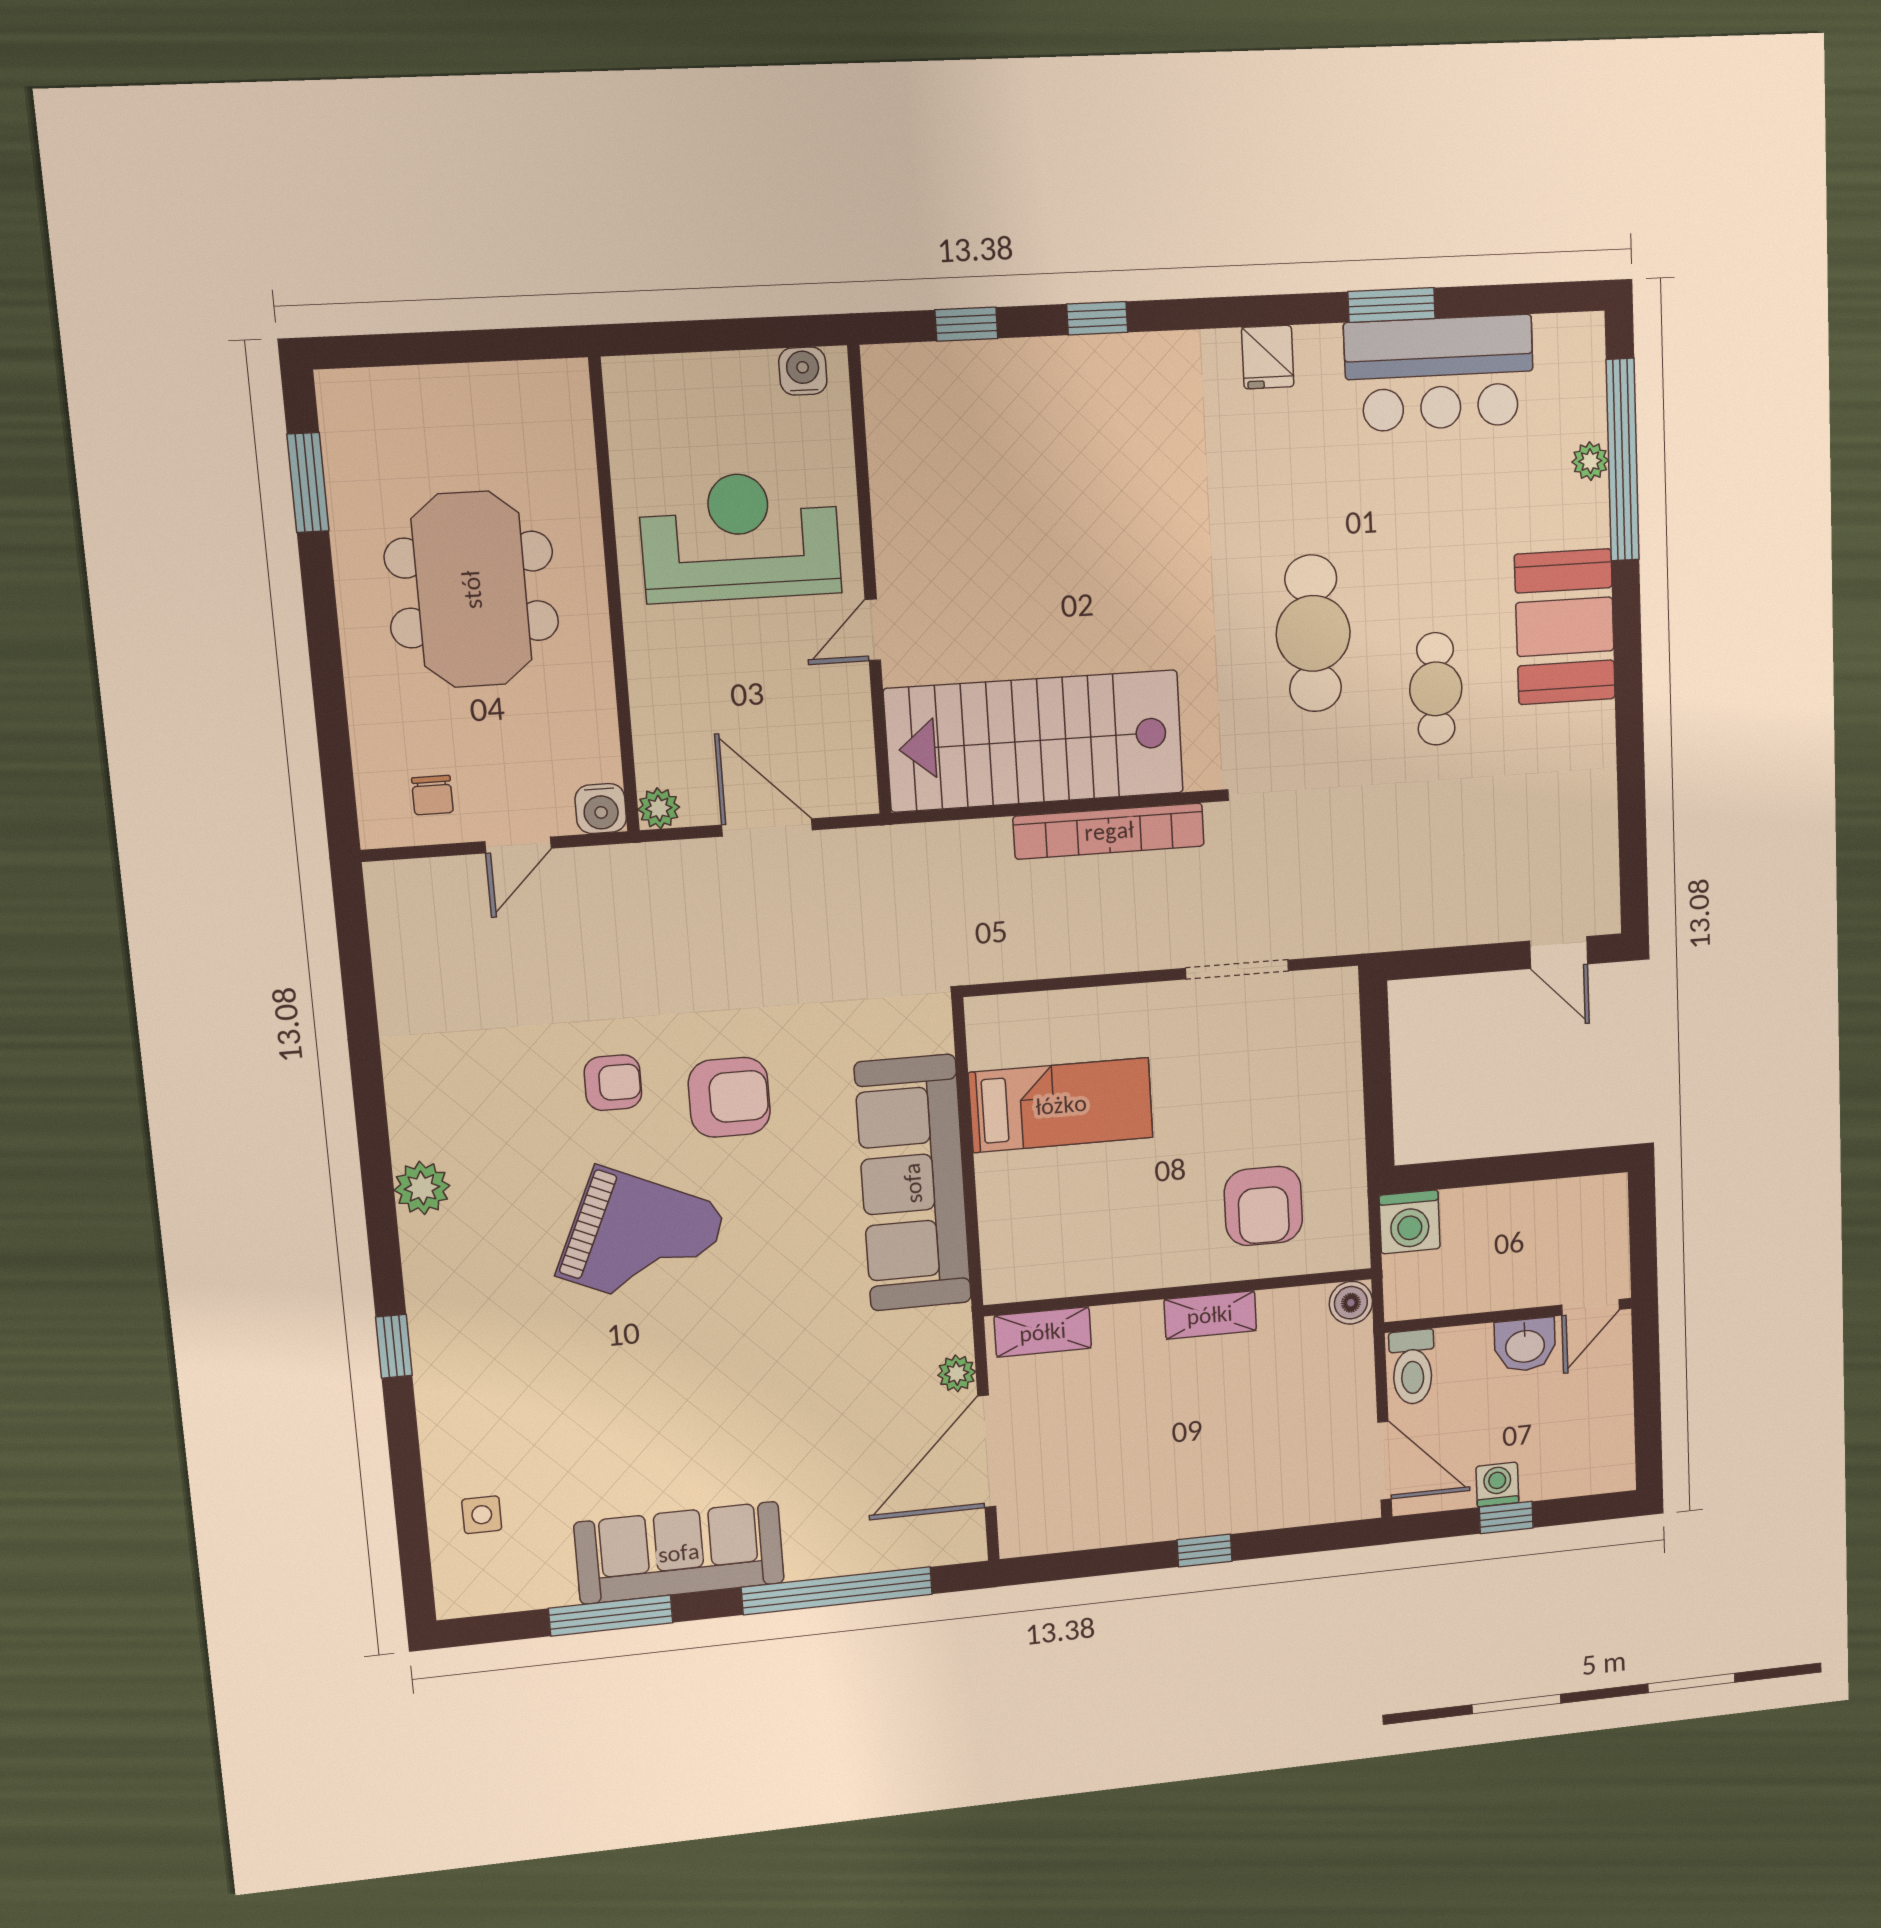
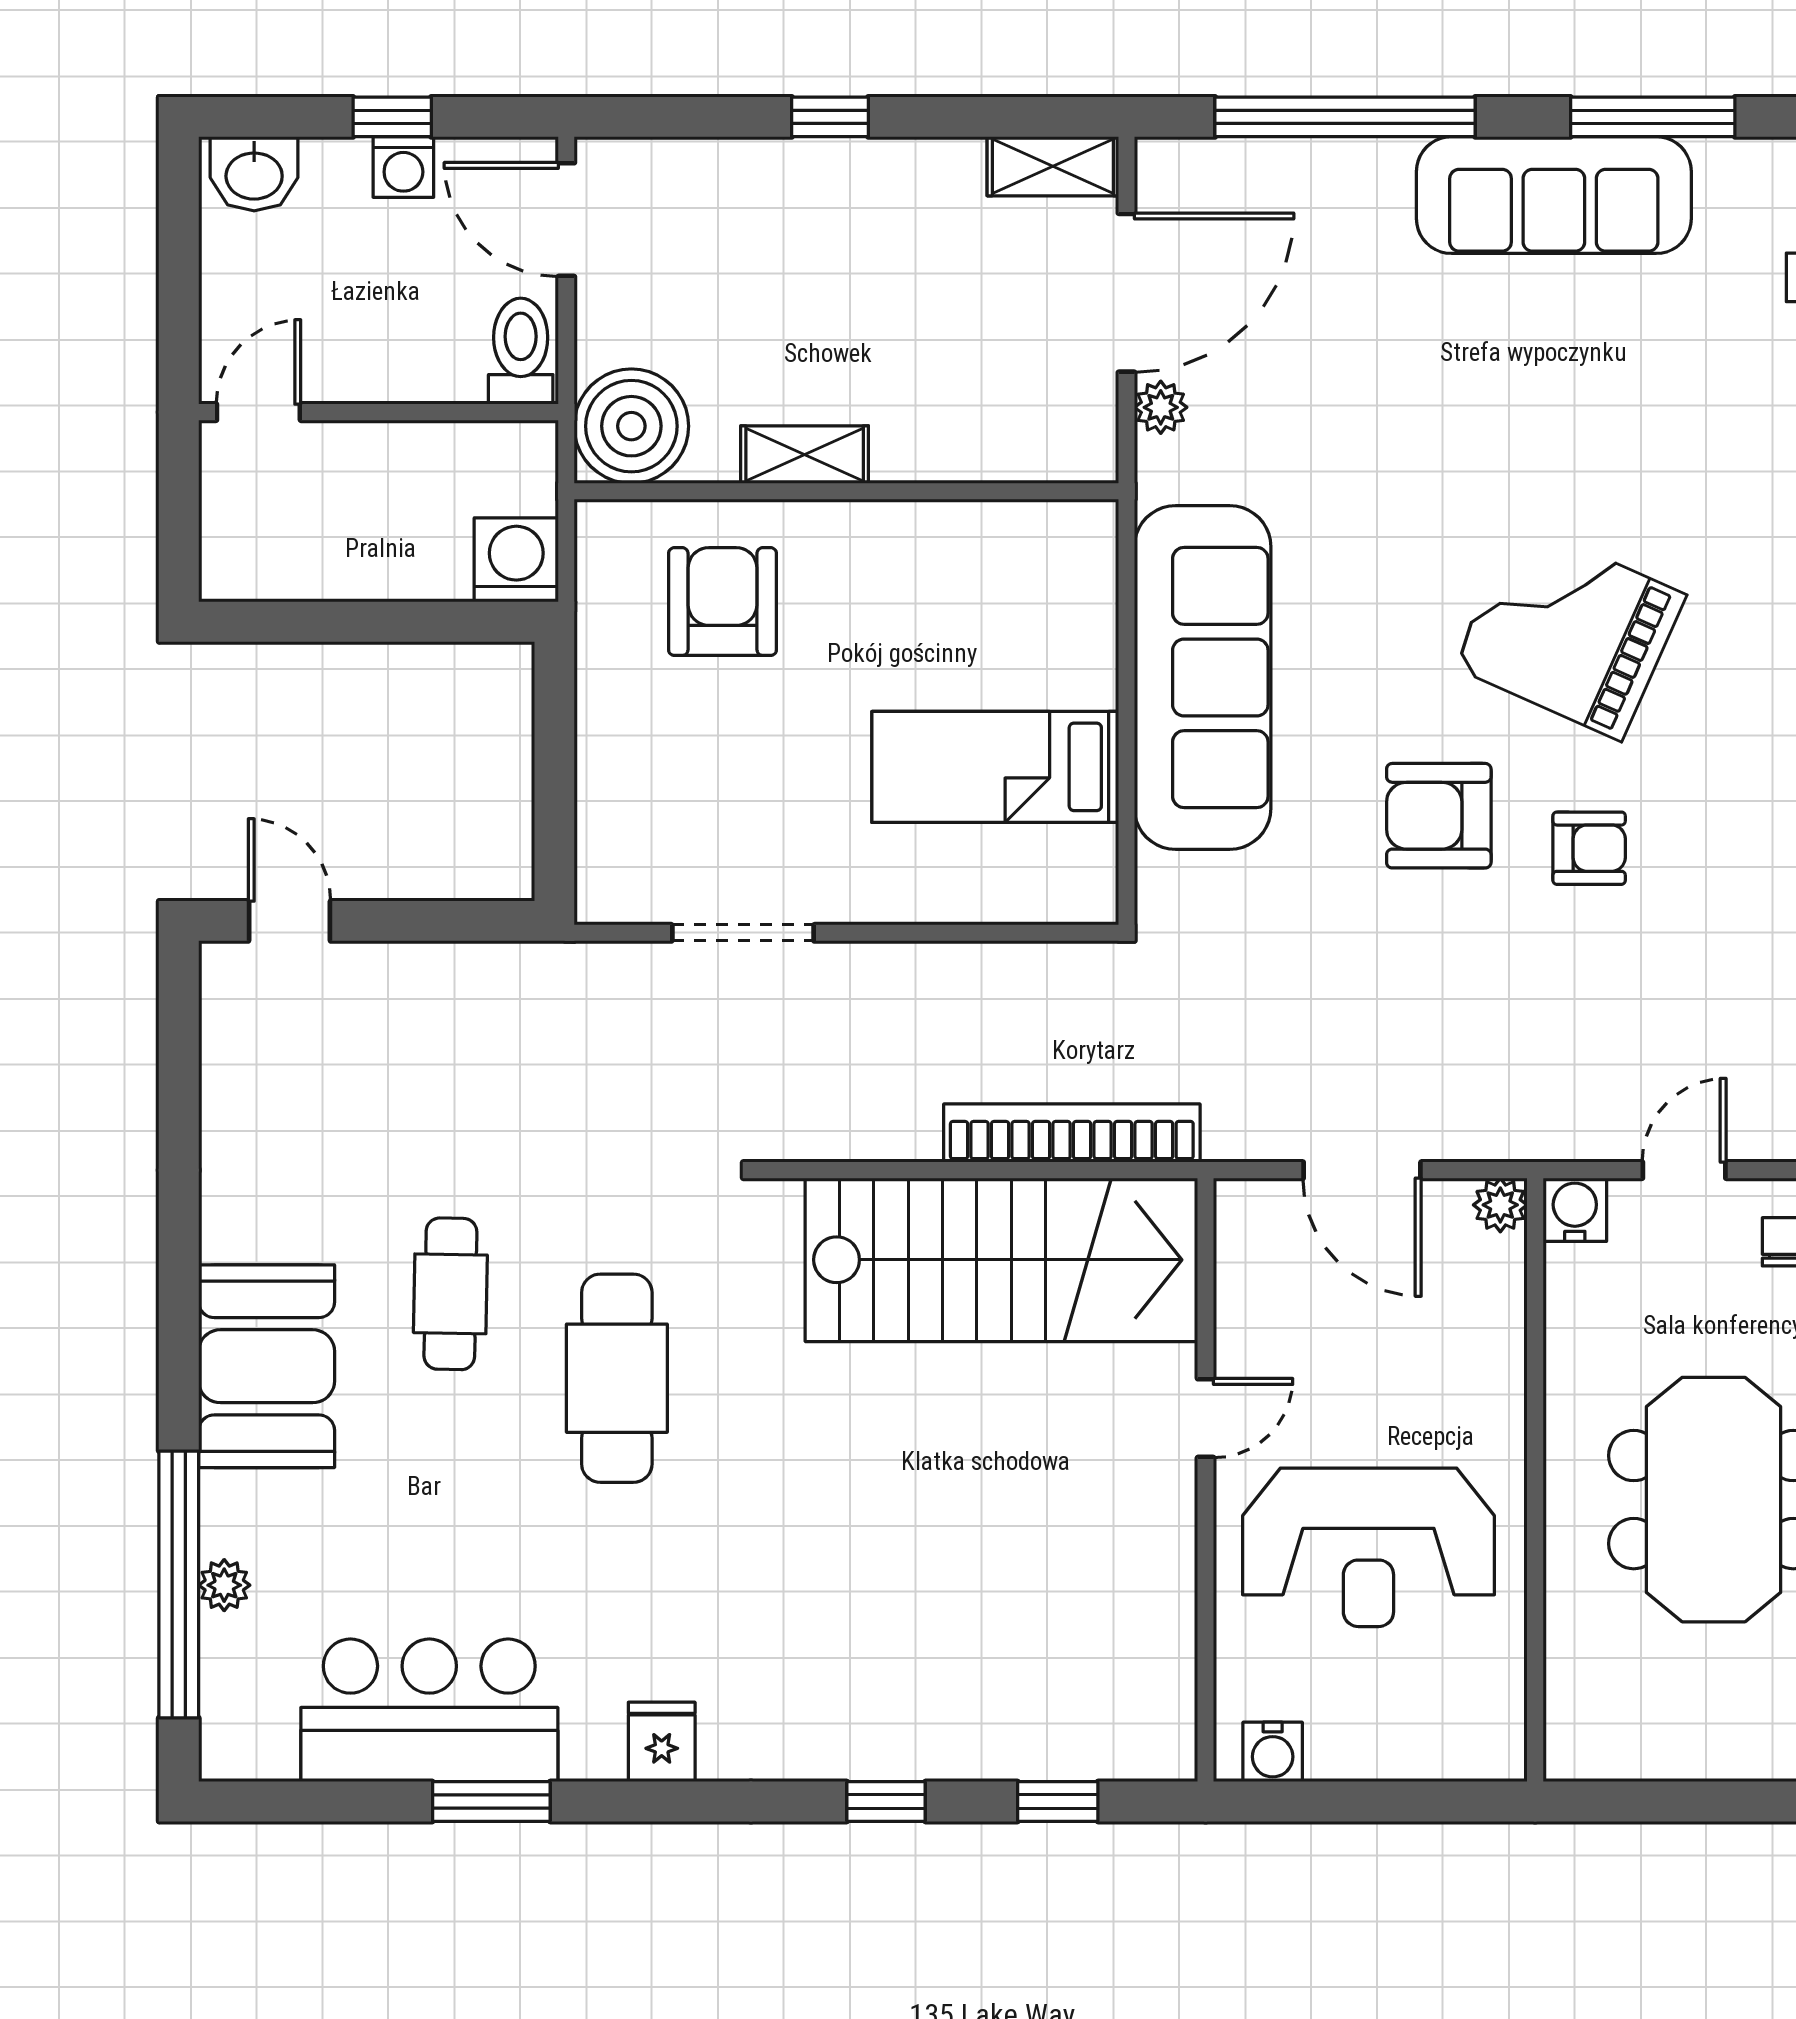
bookcase: (1109, 831) -> (1072, 1133), moved
armchair: (613, 1083) -> (1589, 848), turned 180
boiler: (1351, 1303) -> (631, 426), width x1.86, depth x1.86
shelving: (1043, 1332) -> (1053, 166), moved
washbasin: (1525, 1345) -> (254, 174), moved, turned 180

